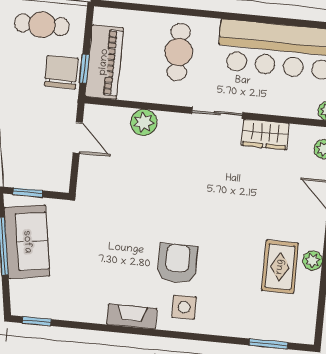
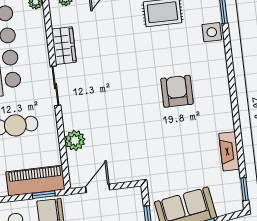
armchair: (177, 263) -> (177, 91), turned 90
side table: (184, 307) -> (212, 32), moved
fireplace: (132, 317) -> (229, 151), moved

